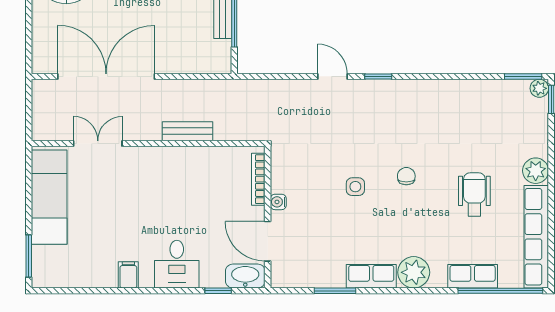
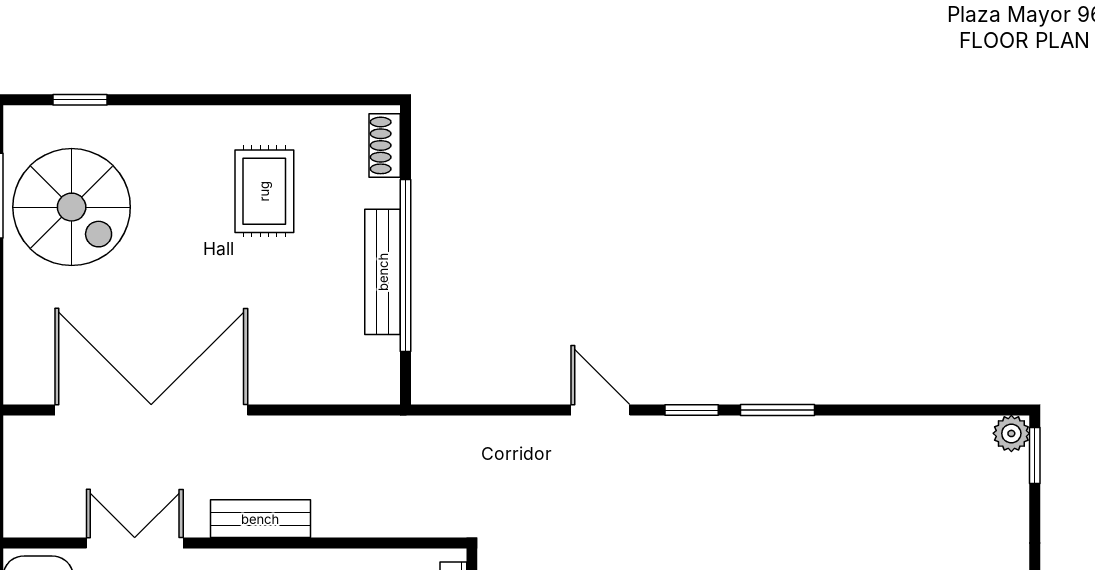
window: (523, 76) -> (778, 410), moved
bench: (187, 131) -> (260, 519), moved

